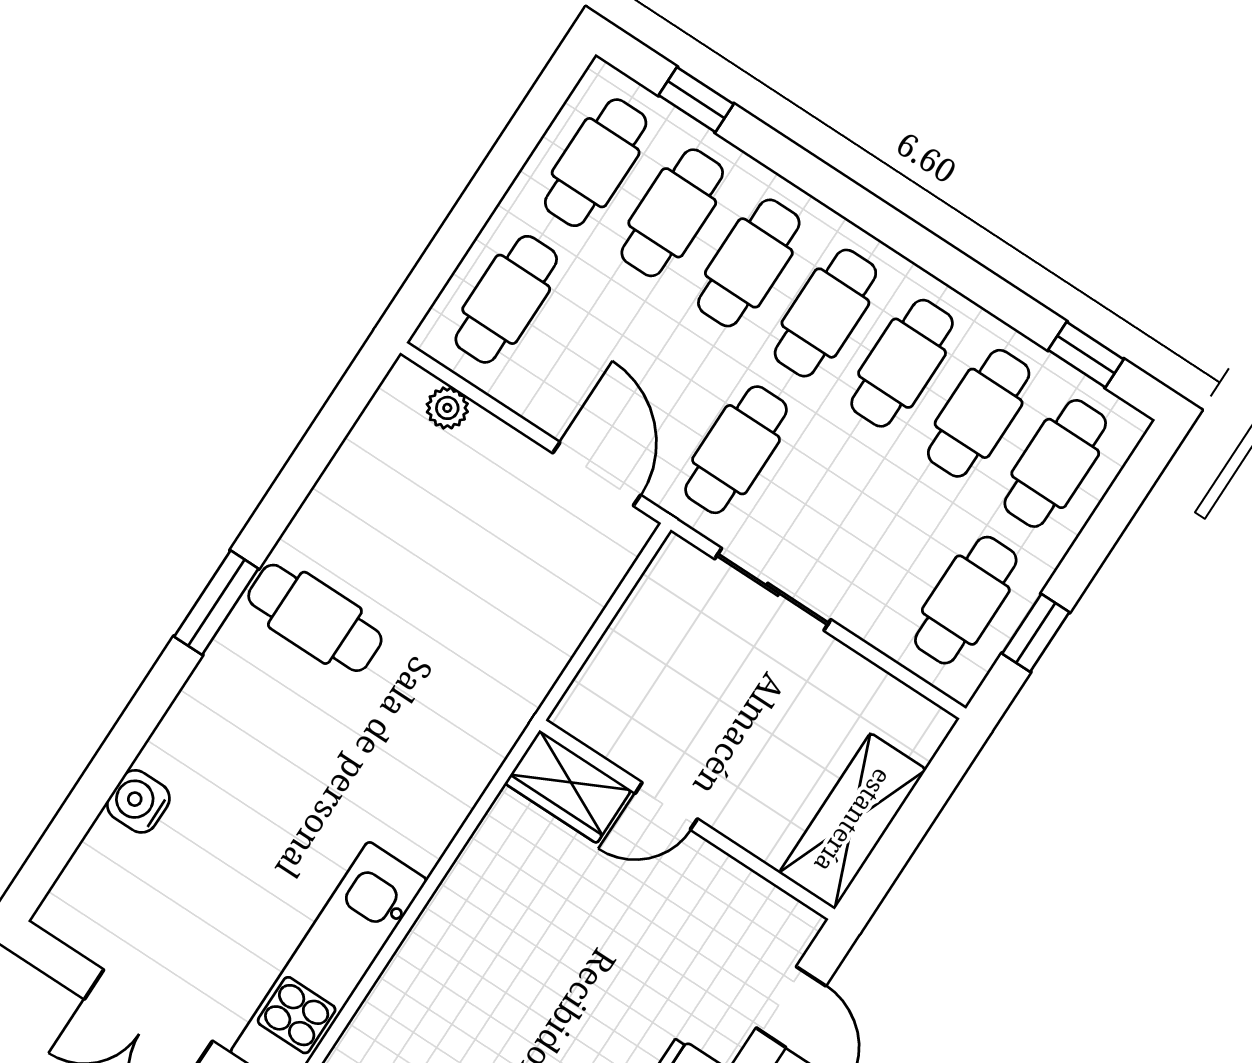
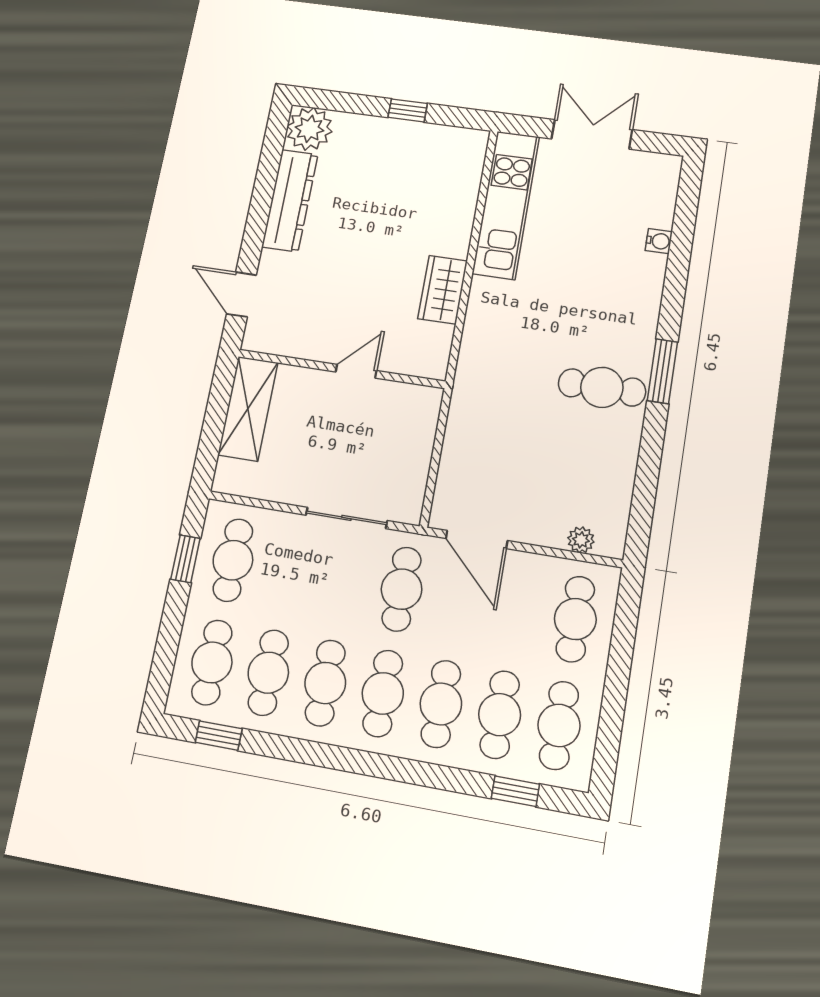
wardrobe: (568, 787) -> (443, 290), moved, turned -90
water cooler: (138, 801) -> (659, 241), width x0.72, depth x0.72

